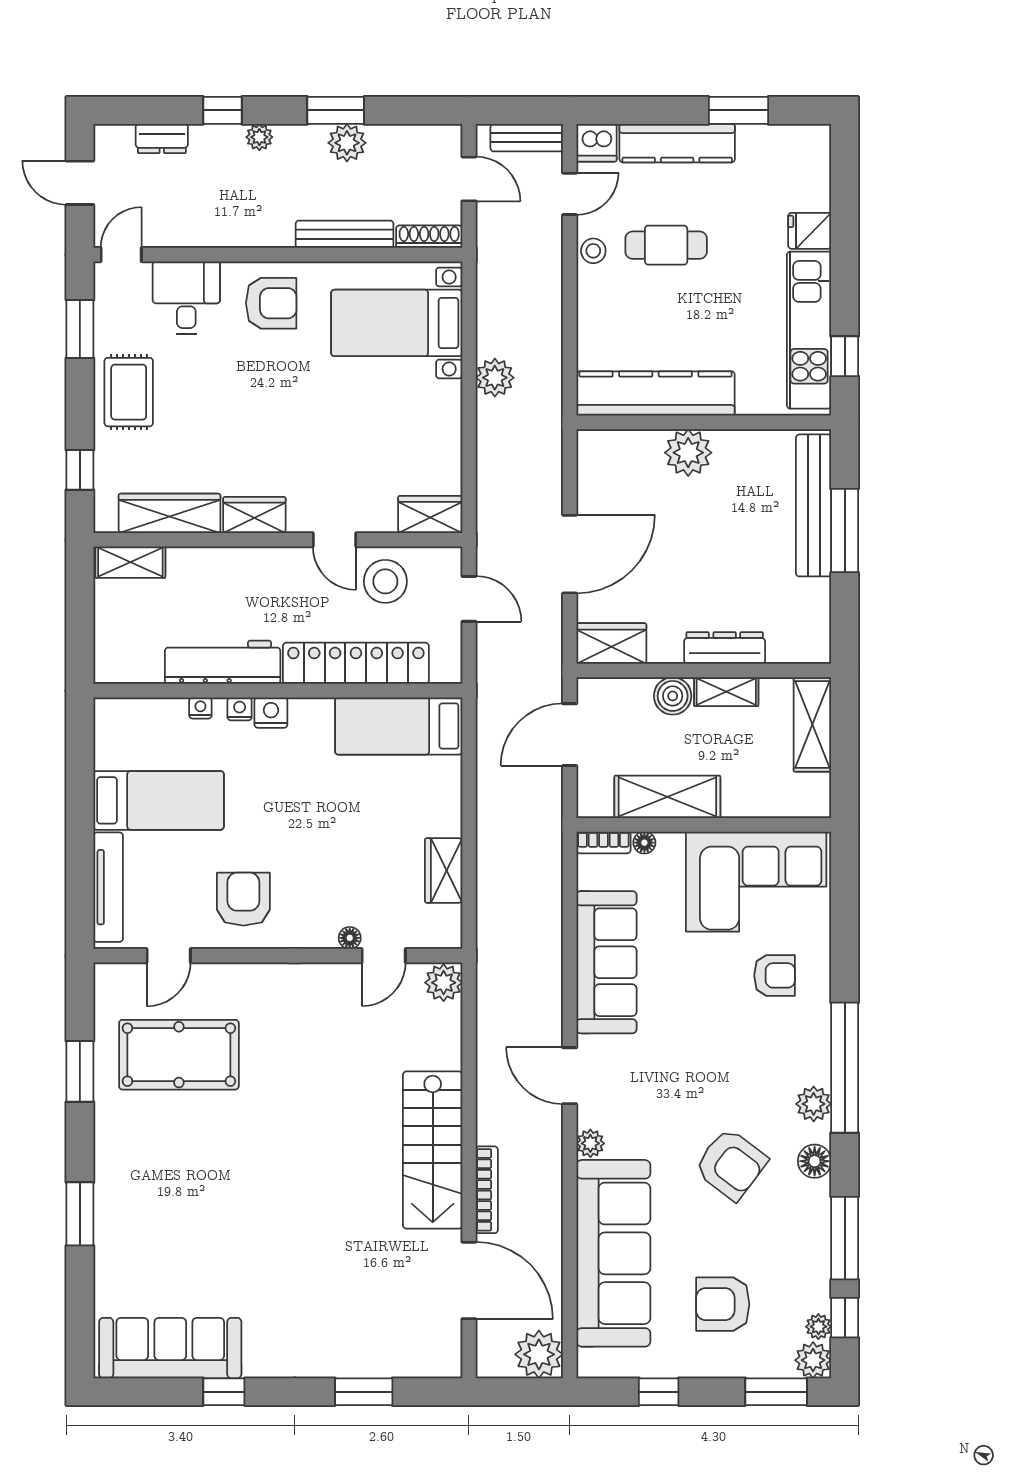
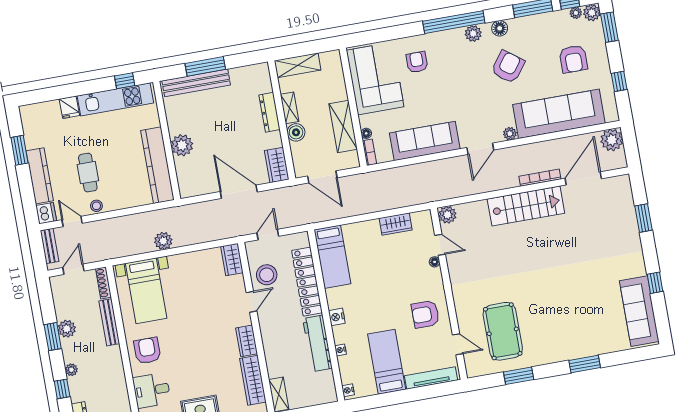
nightstand: (240, 709) -> (348, 390), moved

